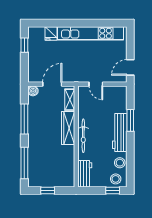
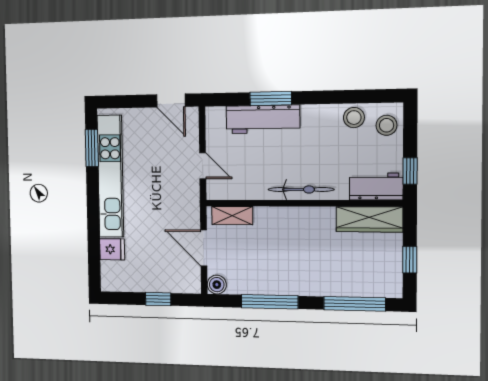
window: (106, 23) -> (92, 148), added
window: (24, 45) -> (158, 299), moved
door: (96, 84) -> (203, 166), hinge flipped
wardrobe: (68, 128) -> (369, 219), moved
workbench: (120, 133) -> (263, 119), moved
window: (113, 191) -> (410, 171), moved

